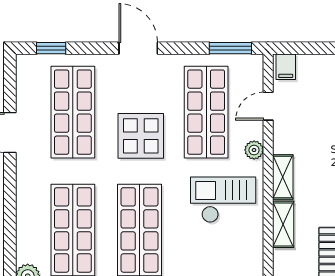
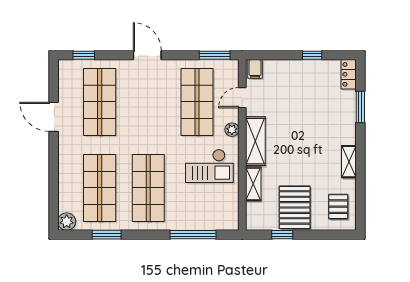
display table: (141, 136) -> (149, 119), removed
shelving: (283, 177) -> (255, 141), width x1.50, depth x1.33
checkout: (223, 200) -> (209, 166), turned 180

